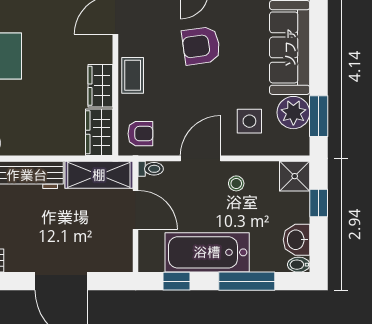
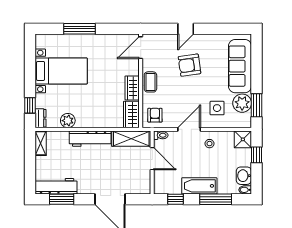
armchair: (140, 134) -> (155, 115), turned -90
bathtub: (207, 252) -> (199, 186), width x0.73, depth x0.73

